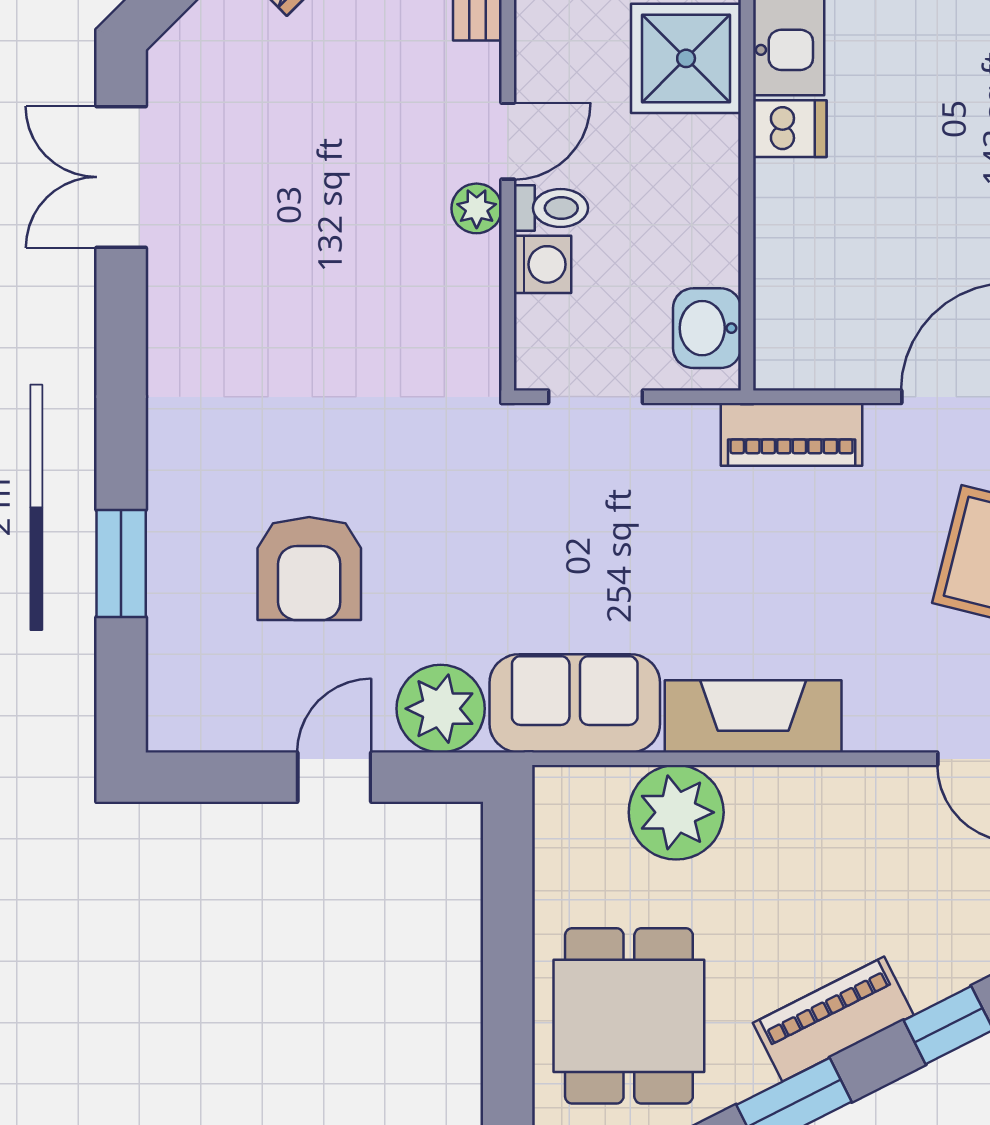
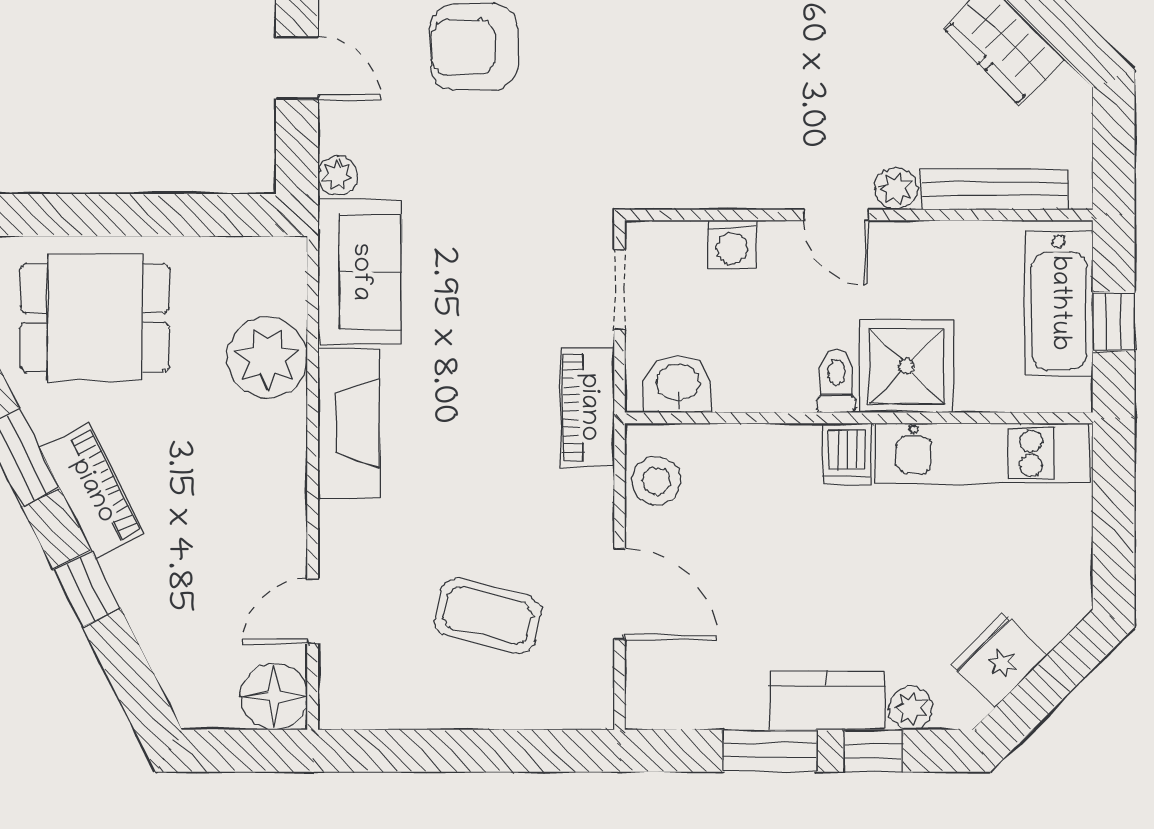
plant: (477, 208) -> (896, 189), moved
toilet: (551, 208) -> (836, 381), moved, turned 180
stool: (821, 353) -> (656, 481), added
piano: (792, 434) -> (588, 407), moved
plant: (441, 709) -> (338, 176), width x0.53, depth x0.53

